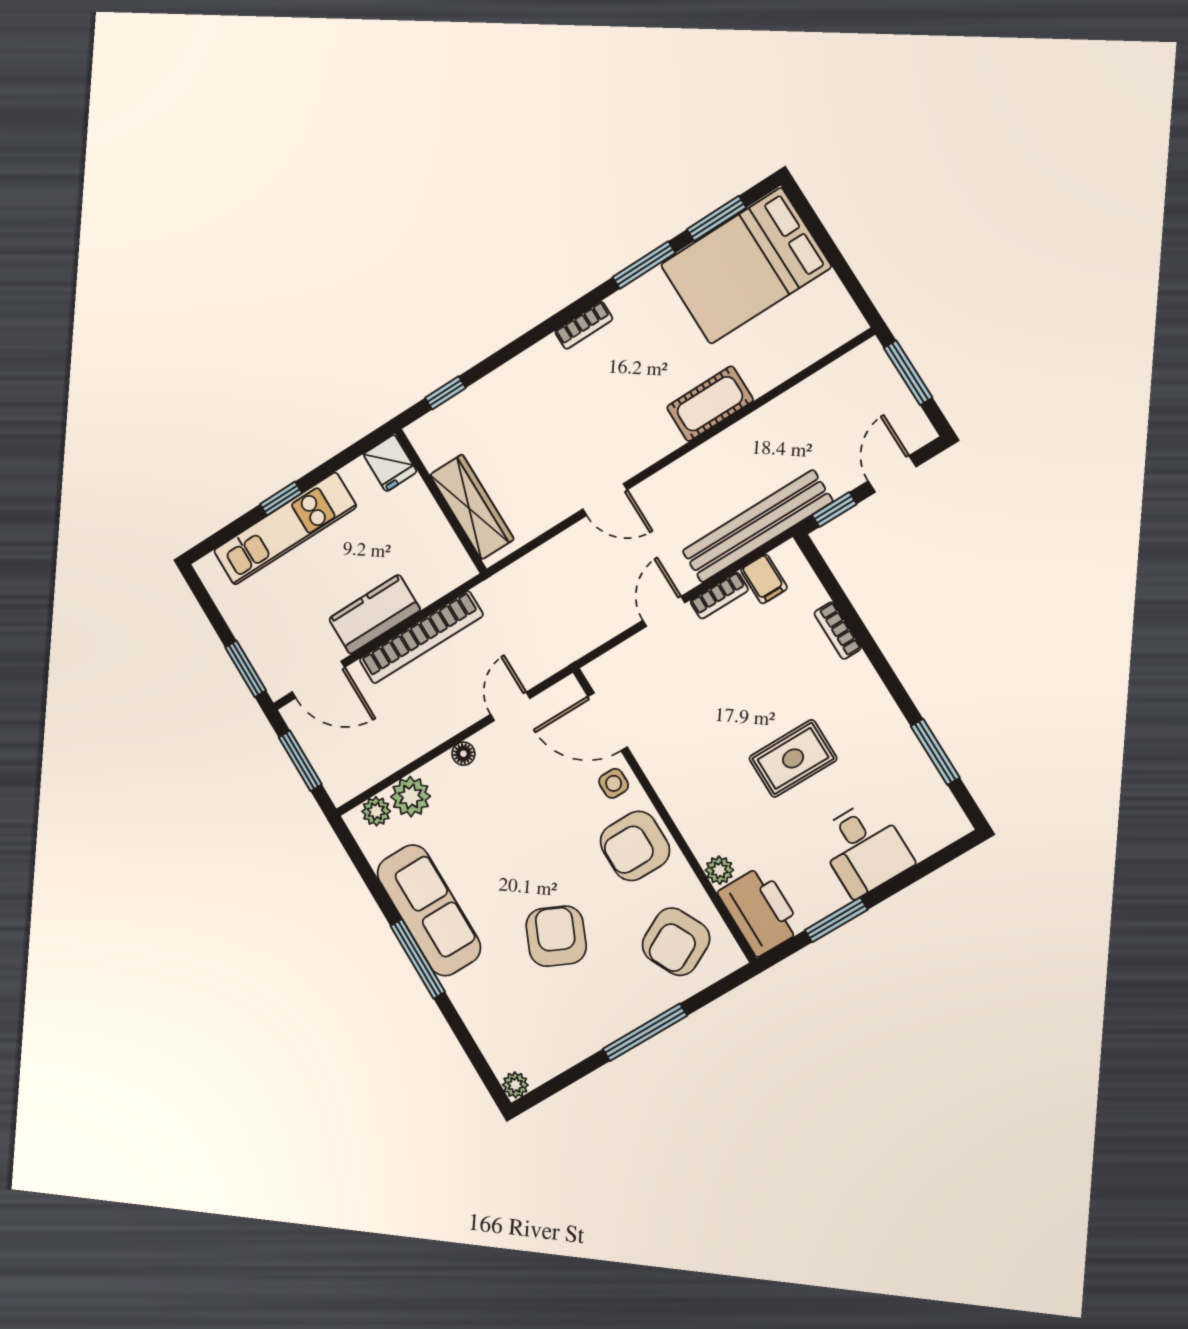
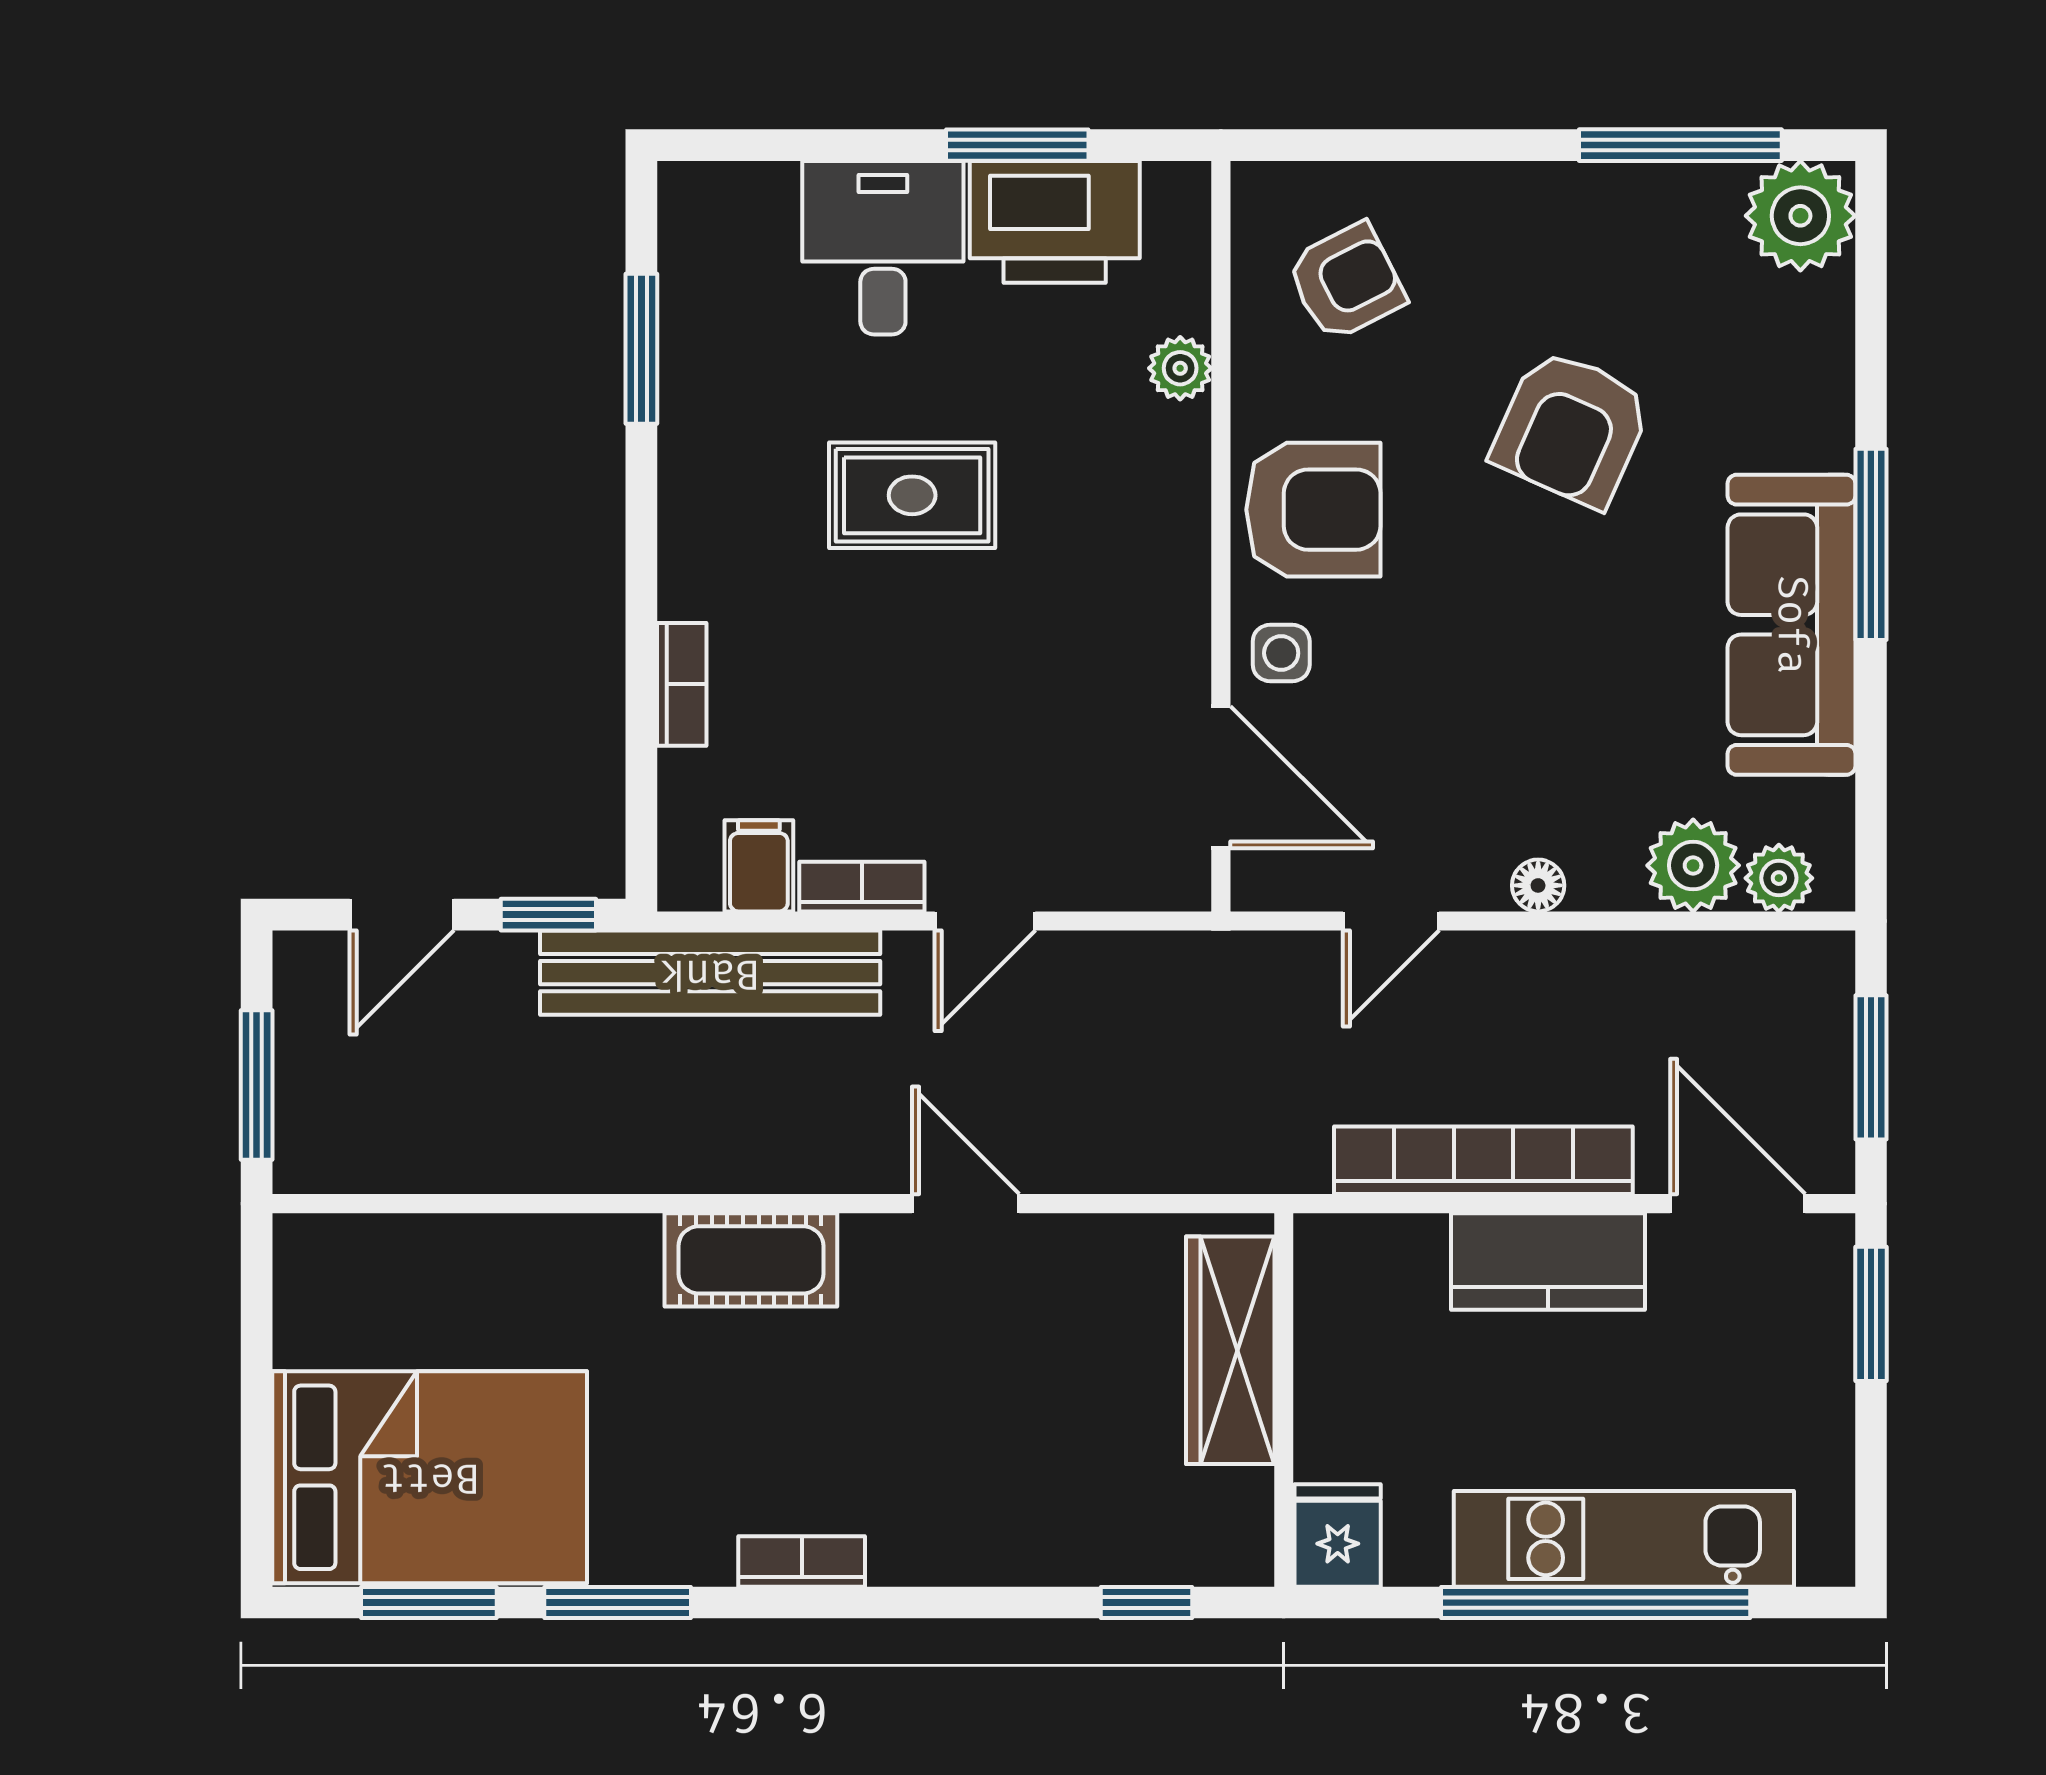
cot: (710, 404) -> (751, 1260), moved
window: (281, 499) -> (1596, 1602), width x3.17
printer: (760, 911) -> (1055, 222), moved, turned -90
armchair: (676, 942) -> (1346, 282), width x0.72, depth x0.72
window: (645, 1032) -> (1680, 145), moved
plant: (515, 1085) -> (1800, 216), width x1.87, depth x1.87

